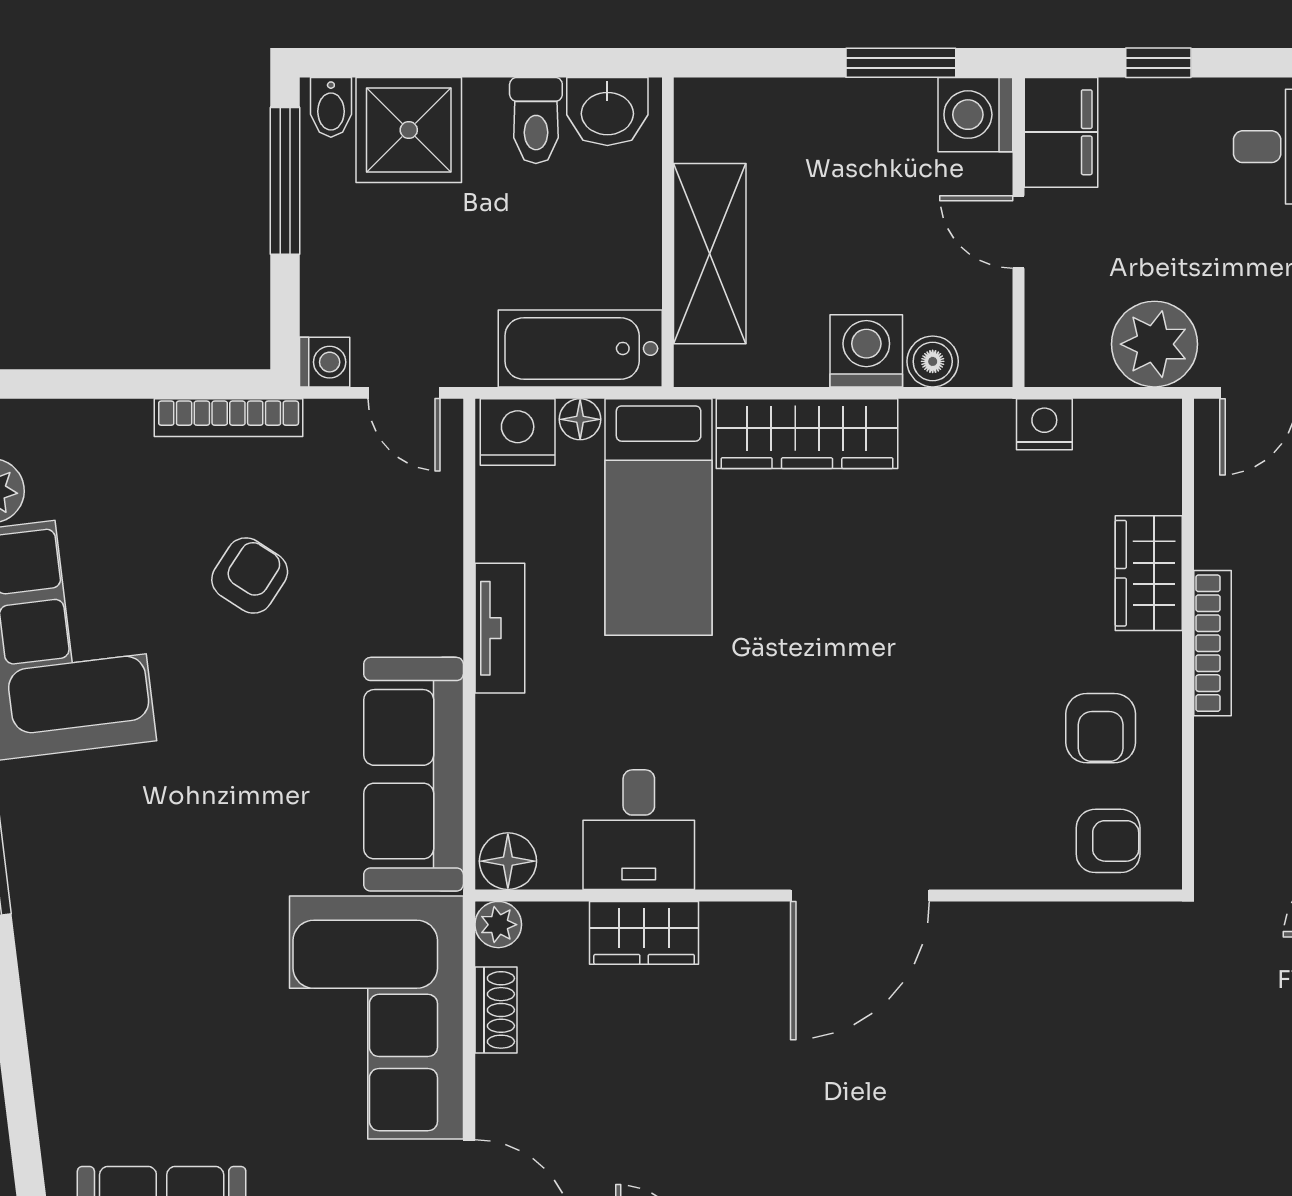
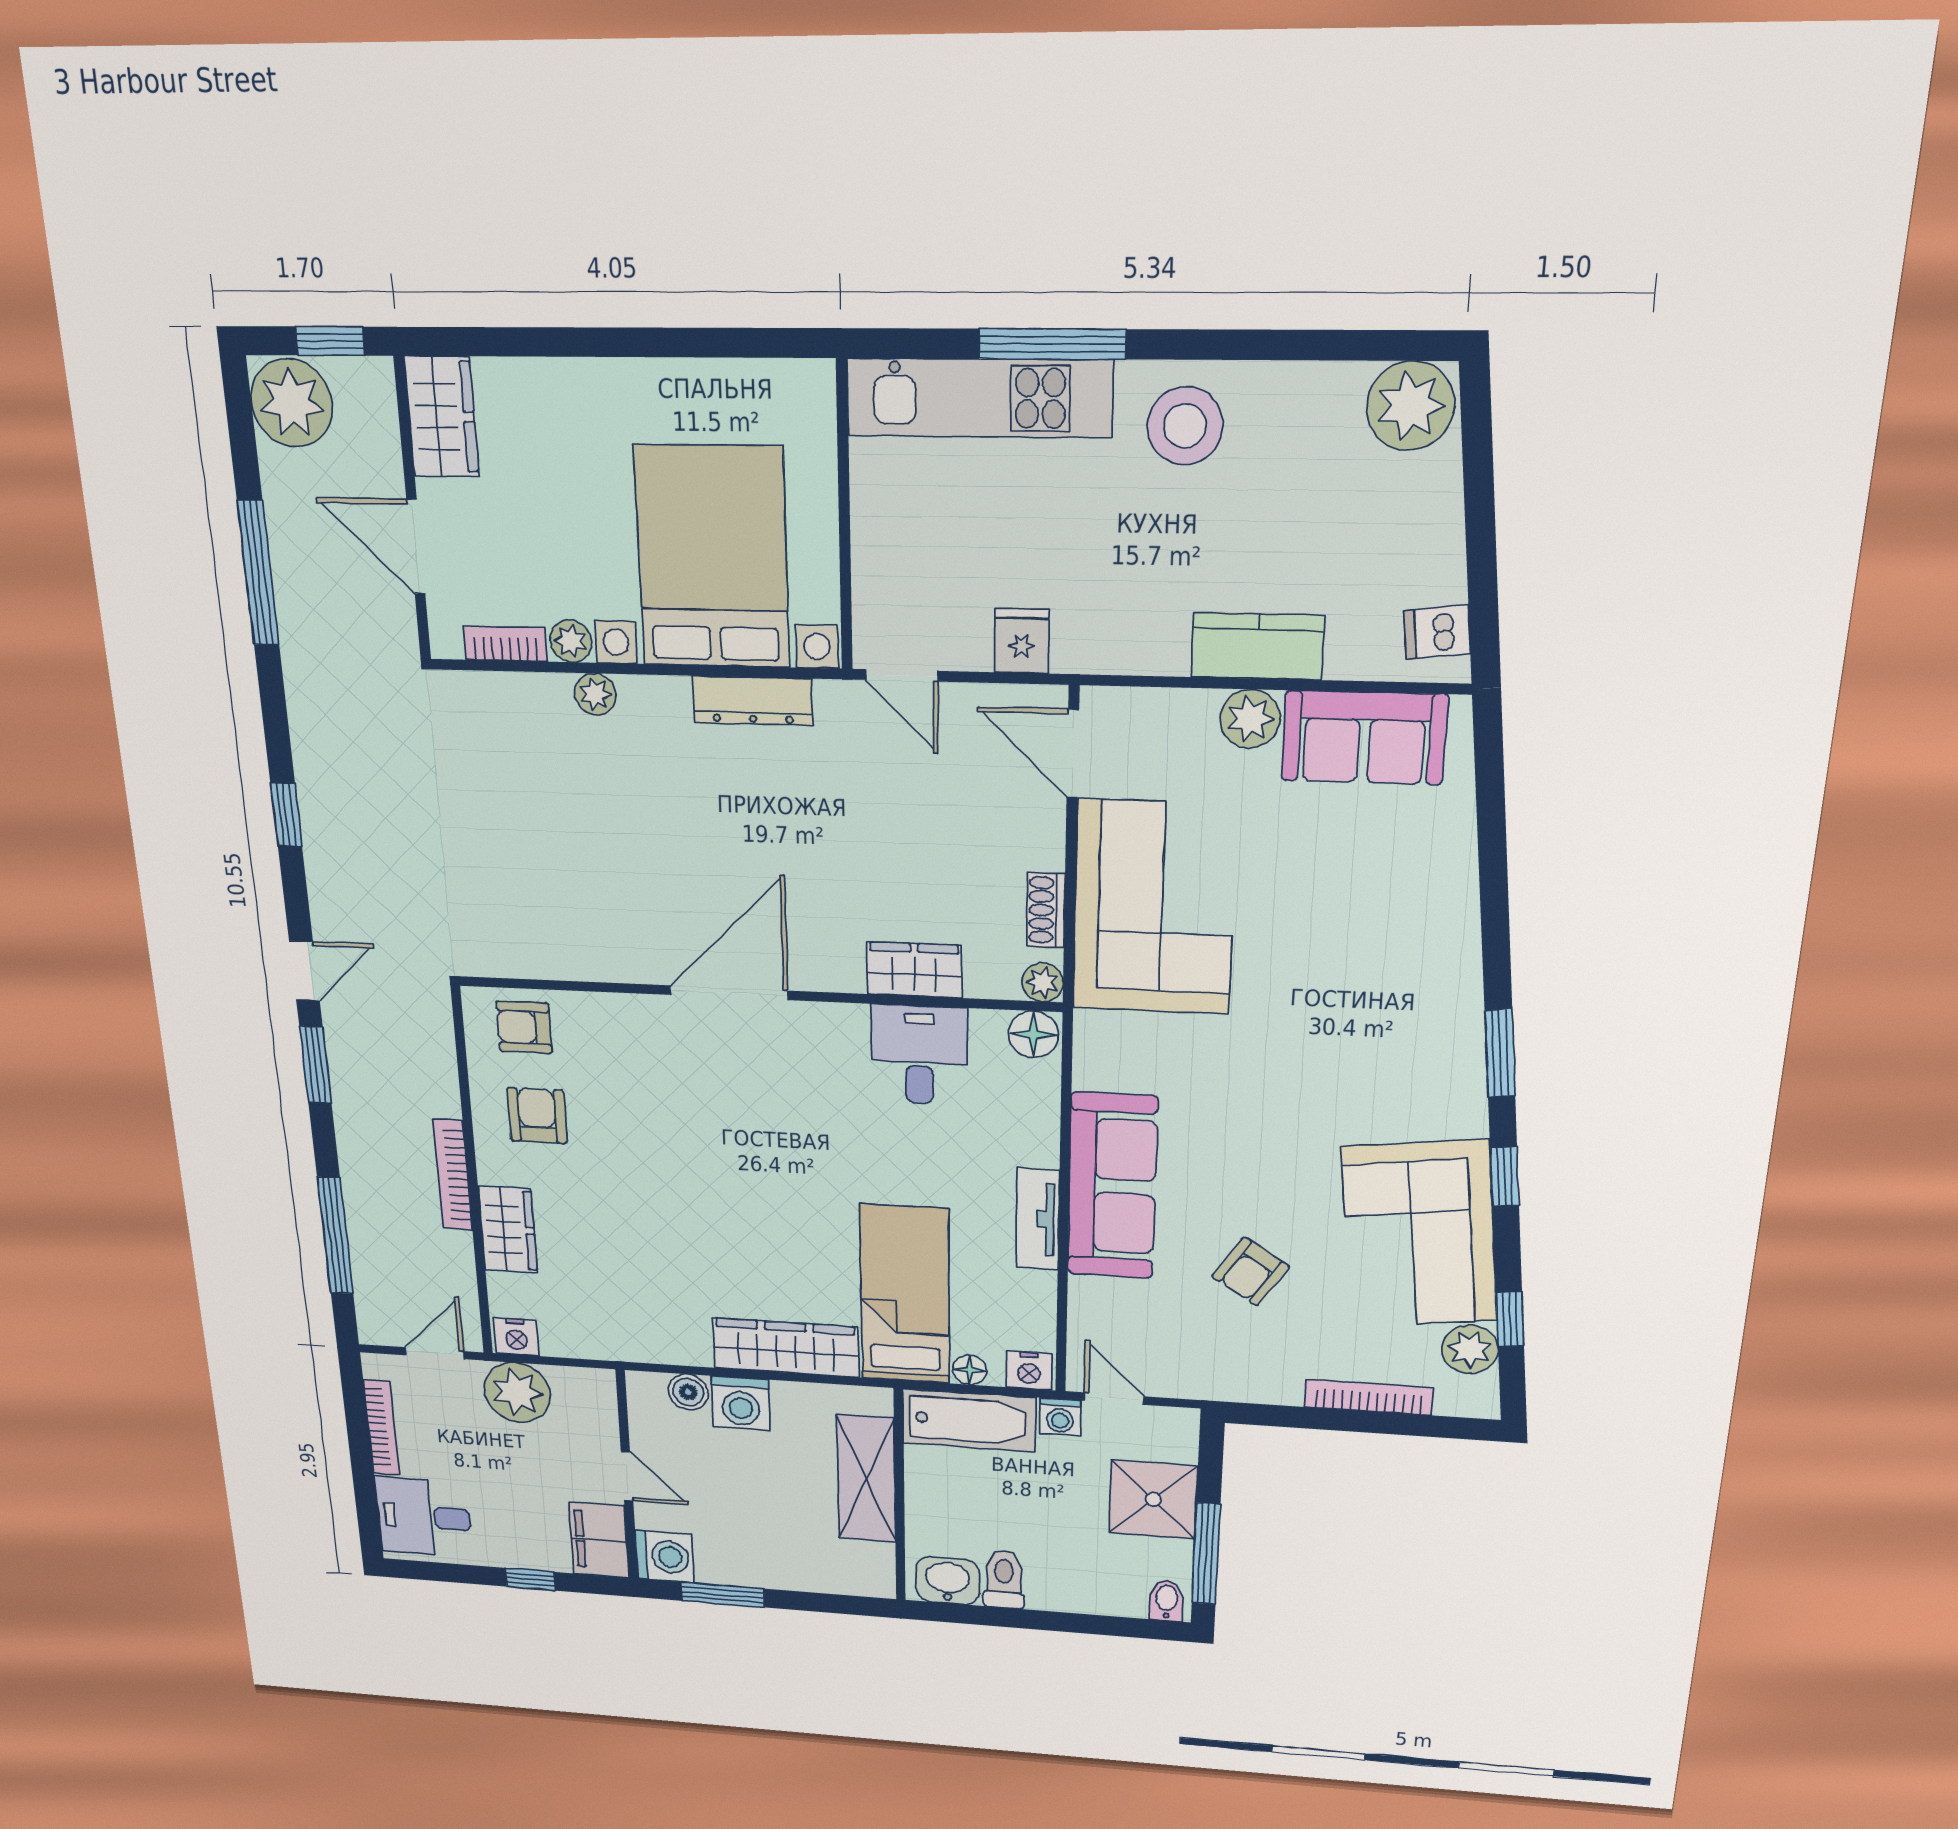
shower: (409, 130) -> (1153, 1499), moved
washing machine: (325, 362) -> (1060, 1417), moved, turned -90
bookcase: (229, 418) -> (1369, 1397), moved
nightstand: (1044, 424) -> (516, 1337), moved
nightstand: (518, 432) -> (1029, 1371), width x0.74, depth x0.75
sofa: (414, 774) -> (1112, 1186), moved

